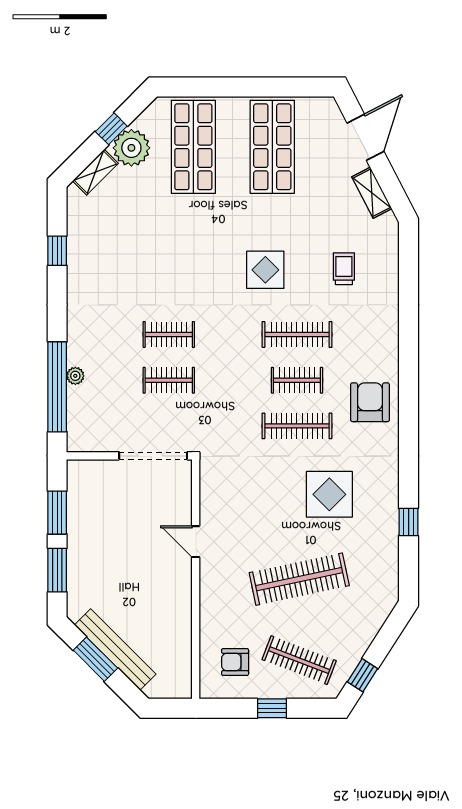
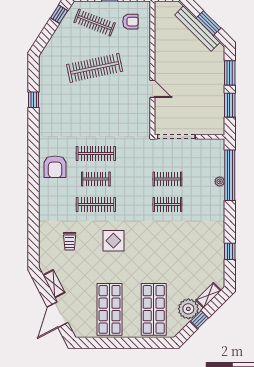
display table: (329, 494) -> (78, 115), removed

